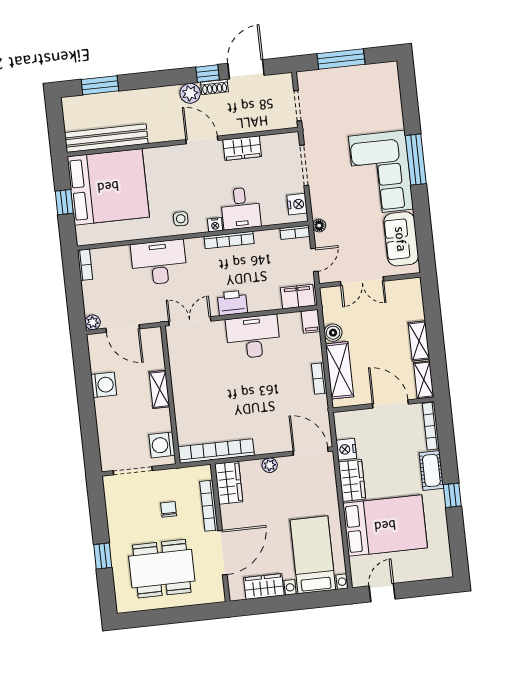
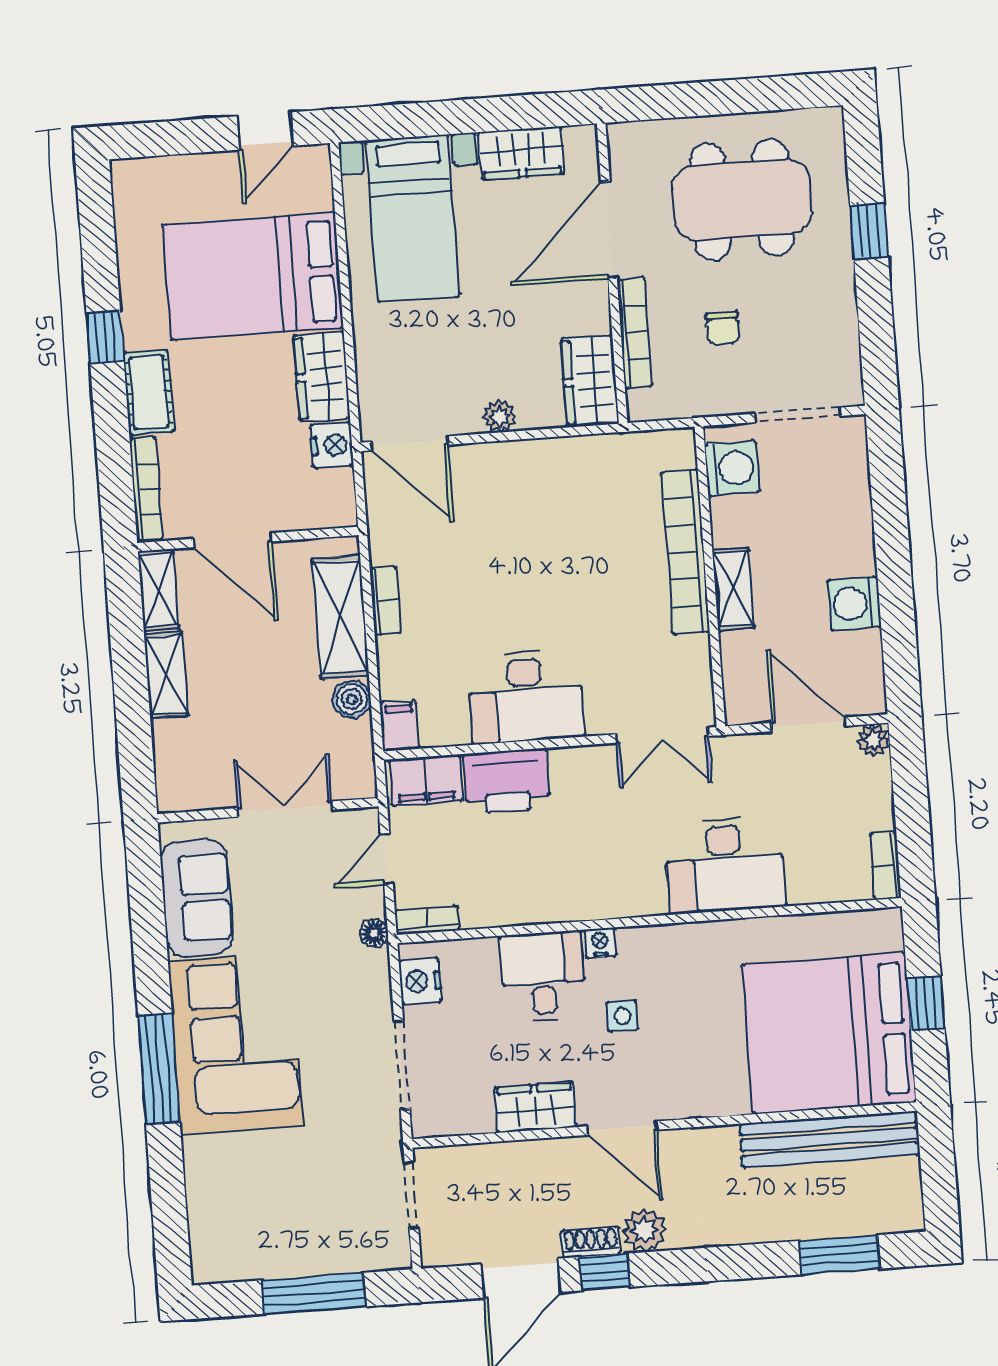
side table: (181, 219) -> (622, 1016), moved
bookcase: (229, 240) -> (571, 909), removed
printer: (232, 303) -> (507, 781), moved, width x1.37, depth x1.19
bookcase: (216, 451) -> (685, 552), moved, turned 90

